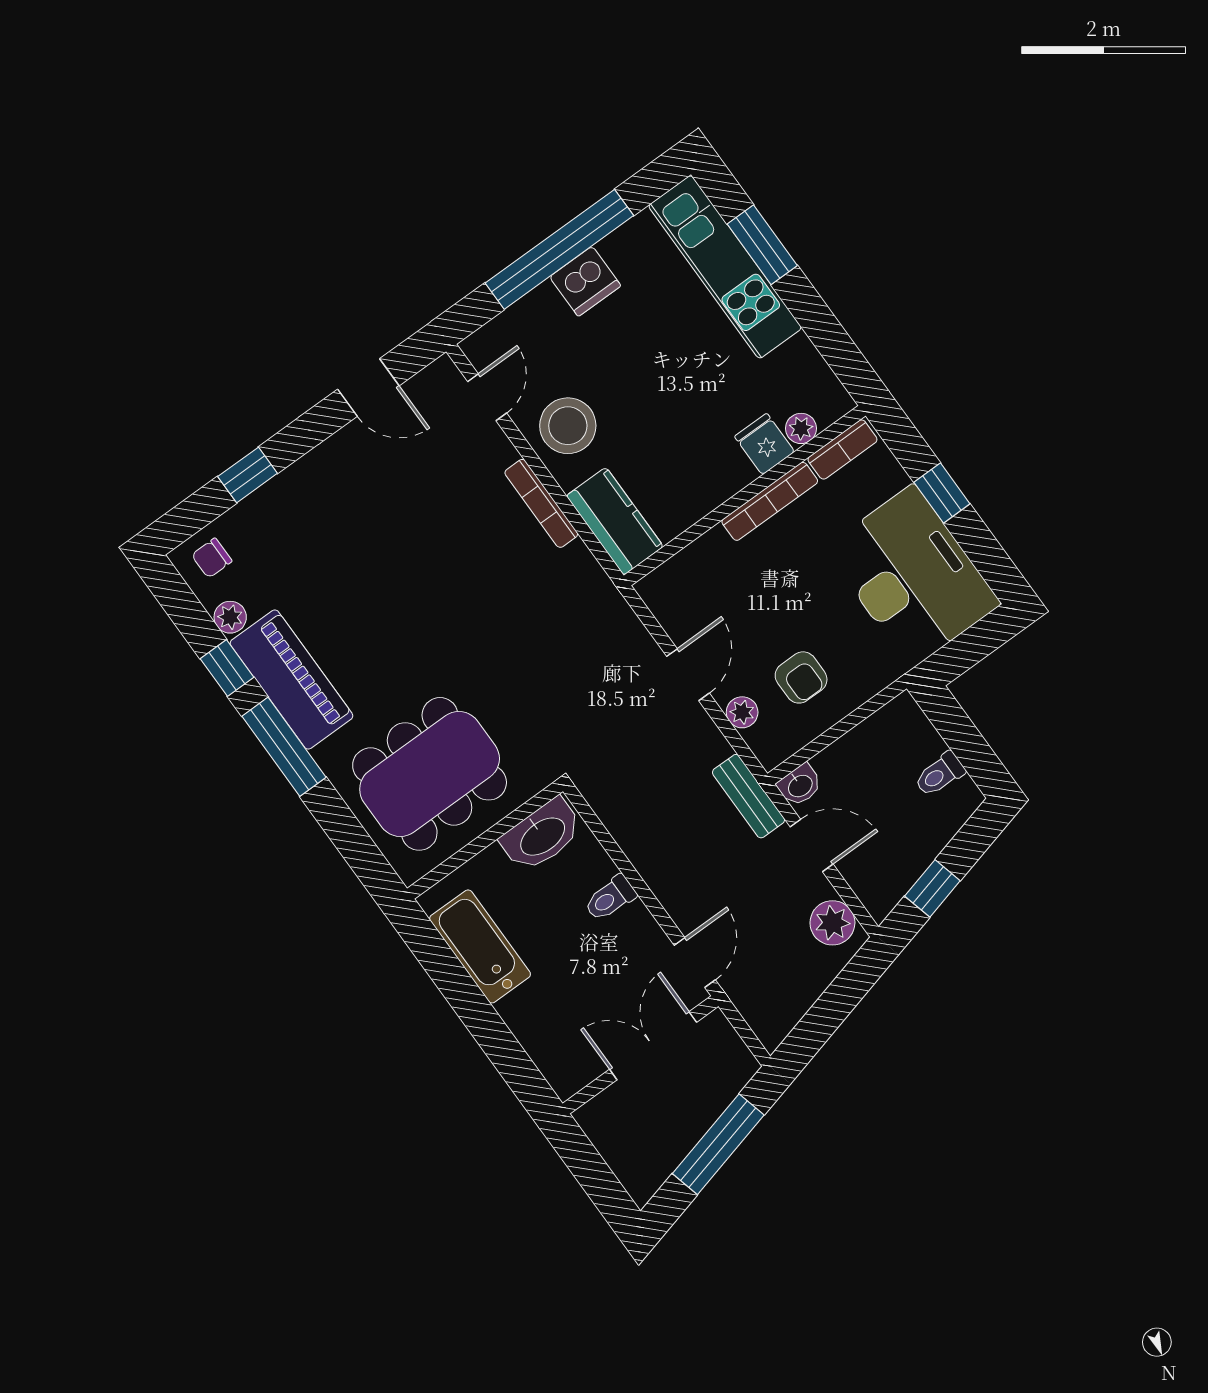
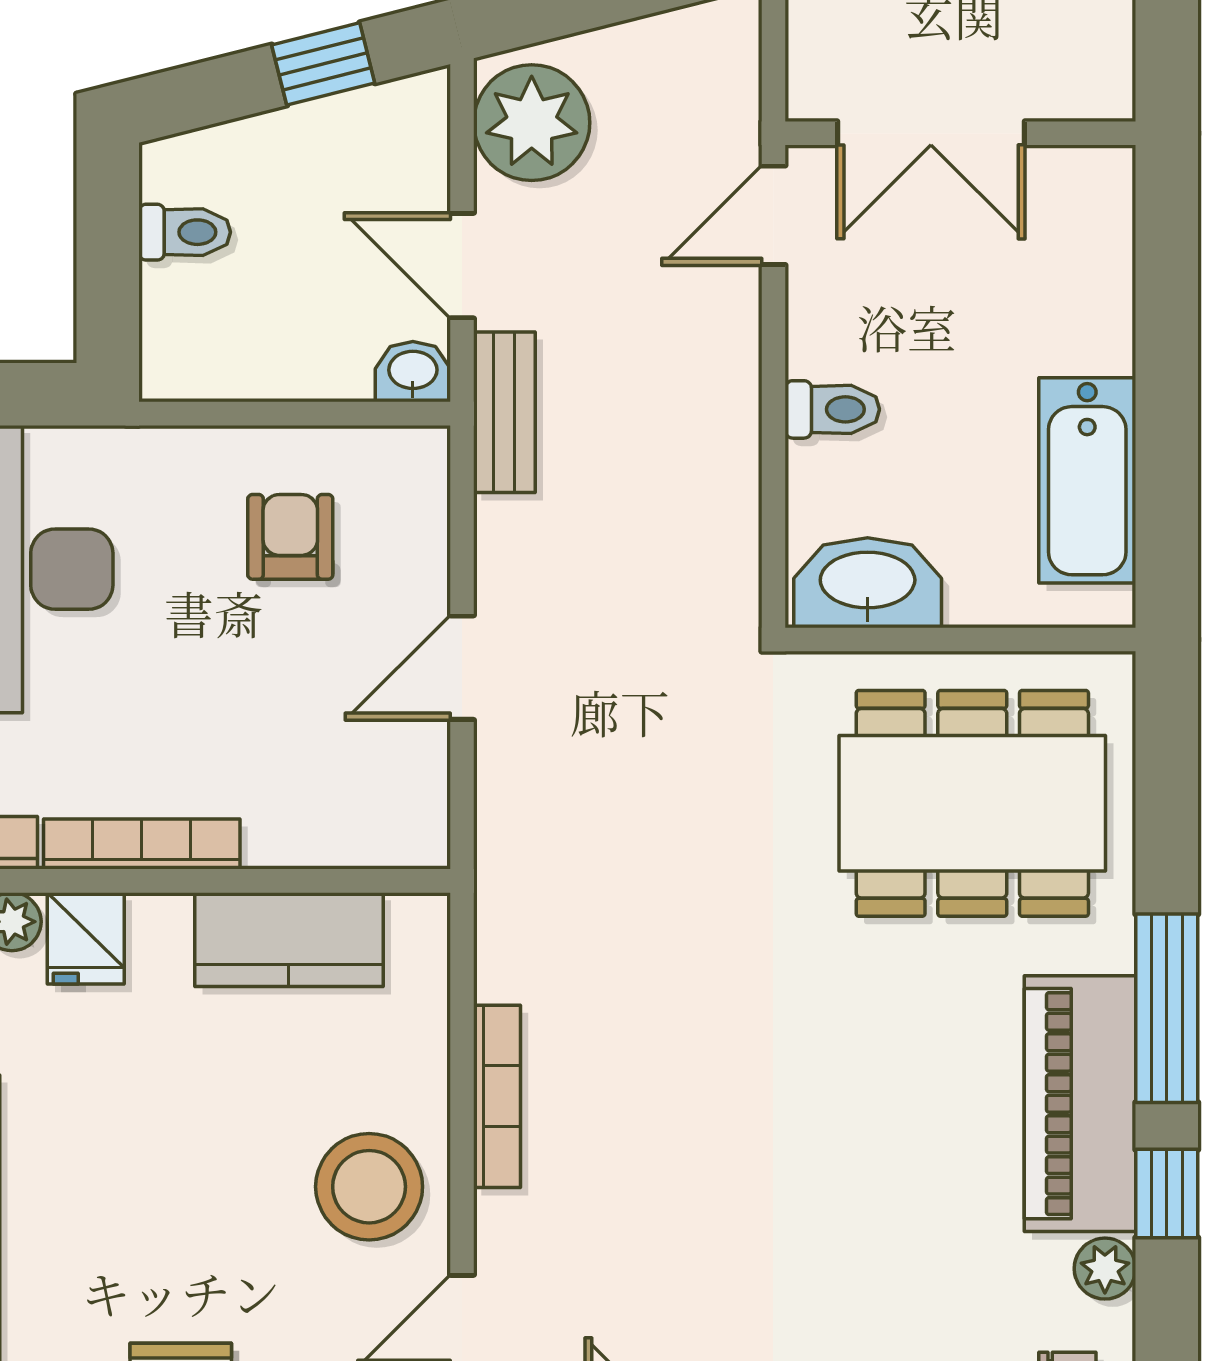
kitchen counter: (615, 521) -> (289, 940), moved, turned -90
plant: (742, 712) -> (420, 549), removed
plant: (832, 923) -> (532, 123), width x1.36, depth x1.36

